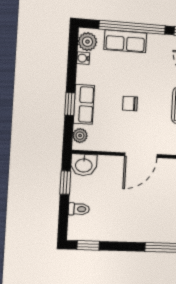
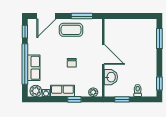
row of seats: (84, 104) -> (62, 91), moved
washbasin: (84, 165) -> (111, 77), moved

